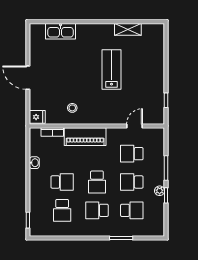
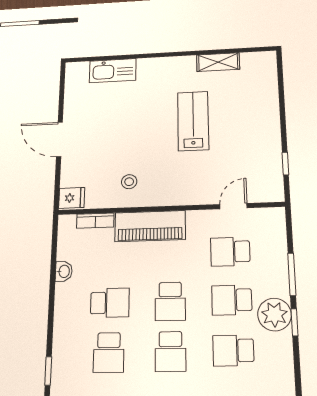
plant: (160, 191) -> (274, 315), width x1.88, depth x1.88
school desk: (97, 210) -> (170, 351), turned -90
school desk: (132, 210) -> (233, 350), turned 180

